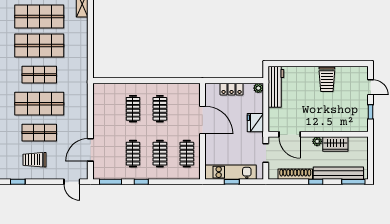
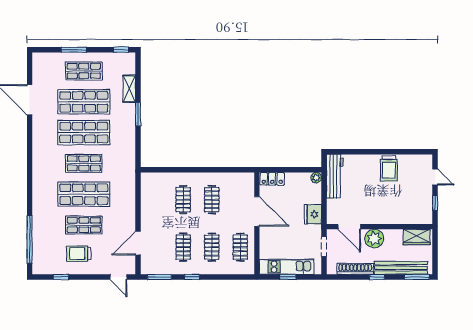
window: (90, 28) -> (138, 114), added
locker: (232, 89) -> (272, 179), moved
plant: (317, 141) -> (374, 239), width x1.88, depth x1.88
wardrobe: (335, 144) -> (417, 237), moved

